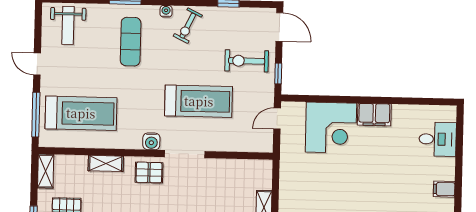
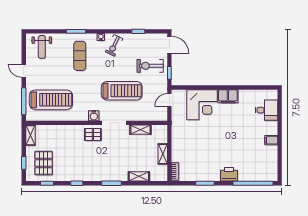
shelving: (106, 163) -> (140, 130), moved

